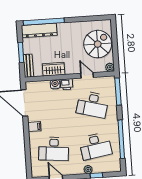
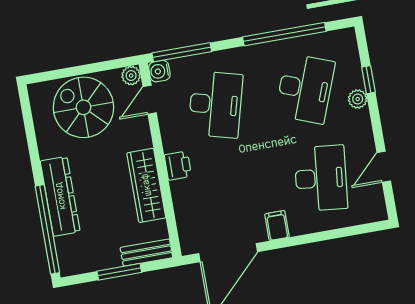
dresser: (39, 30) -> (60, 196), moved
wardrobe: (54, 69) -> (146, 185), width x1.50
door: (87, 75) -> (150, 100), moved
water cooler: (55, 84) -> (159, 71), moved
desk: (95, 146) -> (305, 89), turned 30

